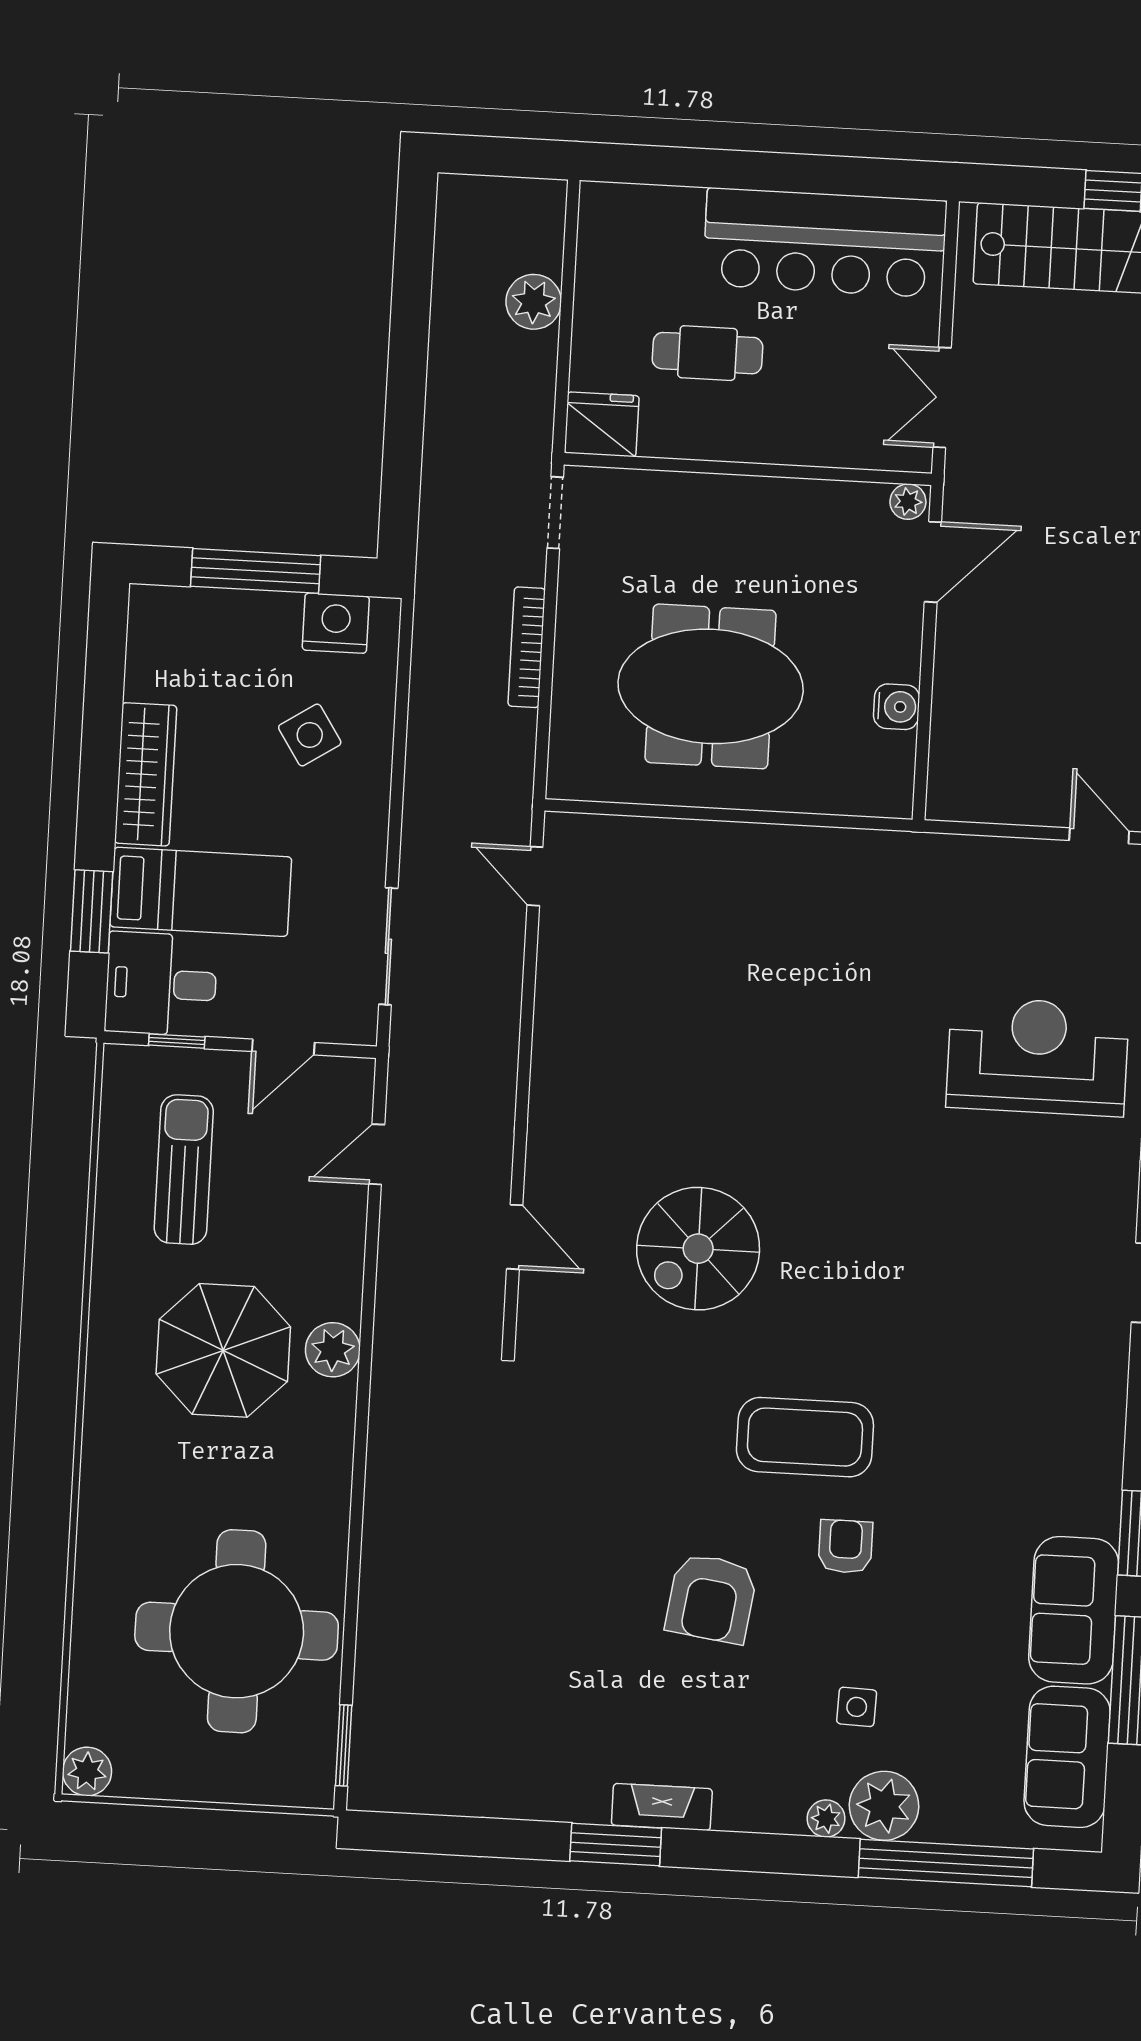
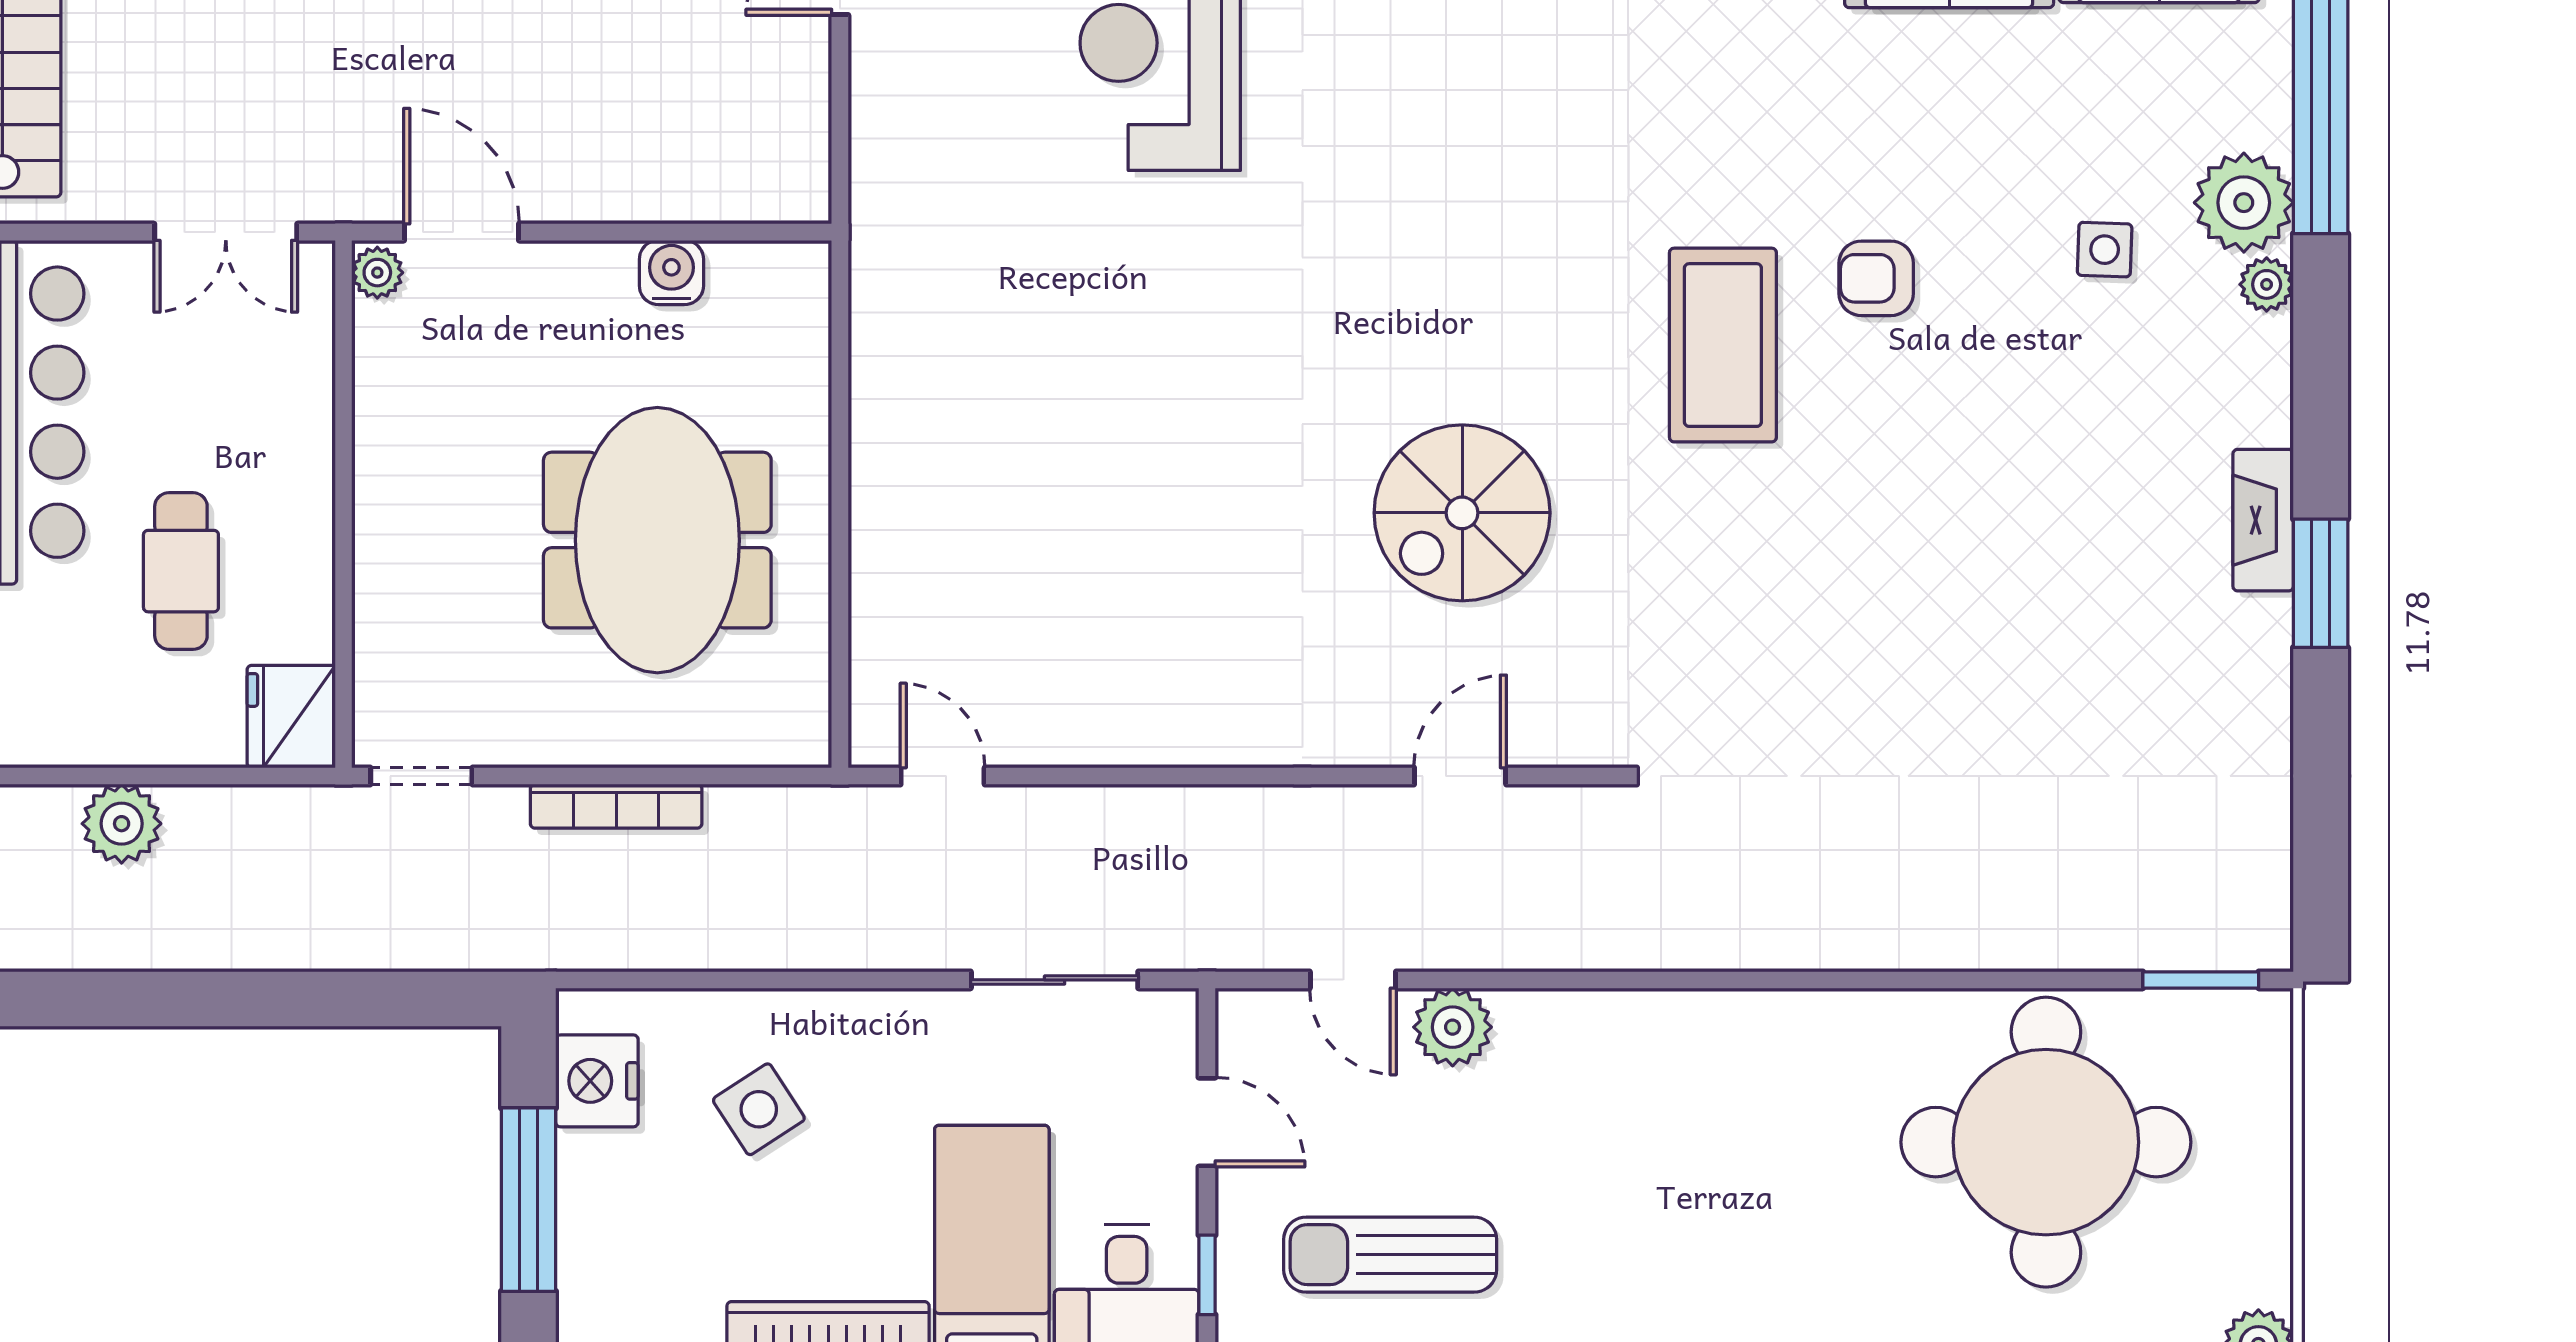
door: (535, 876) -> (943, 776), swing flipped
spiral stairs: (698, 1249) -> (1462, 513), turned 90
parasol: (223, 1350) -> (1645, 1184), removed
plant: (333, 1350) -> (1453, 1027), moved
armchair: (711, 1598) -> (1961, 466), removed

